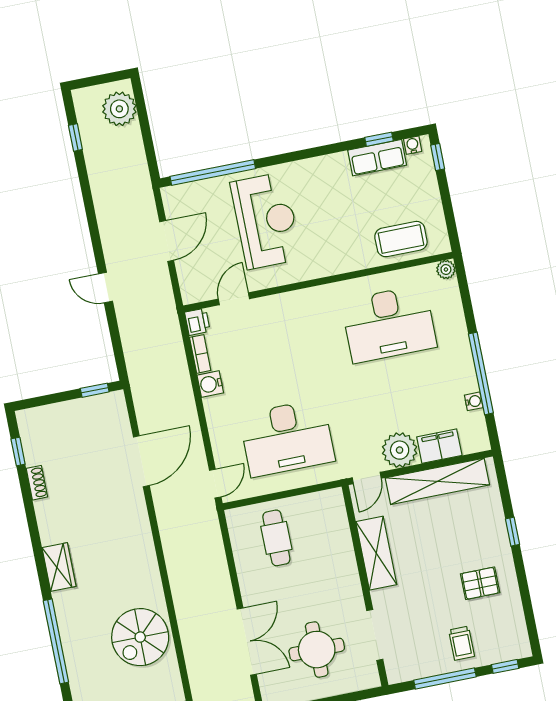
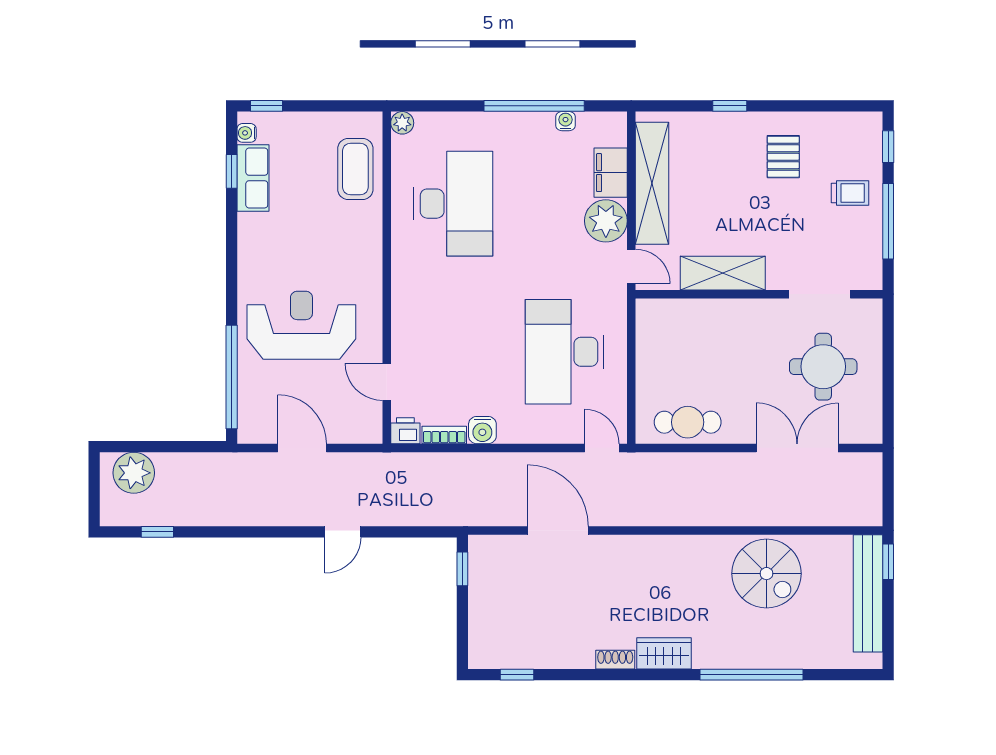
desk: (287, 438) -> (565, 352), turned 180
shoe rack: (37, 483) -> (615, 660), moved
cafe table: (276, 538) -> (688, 422), moved

